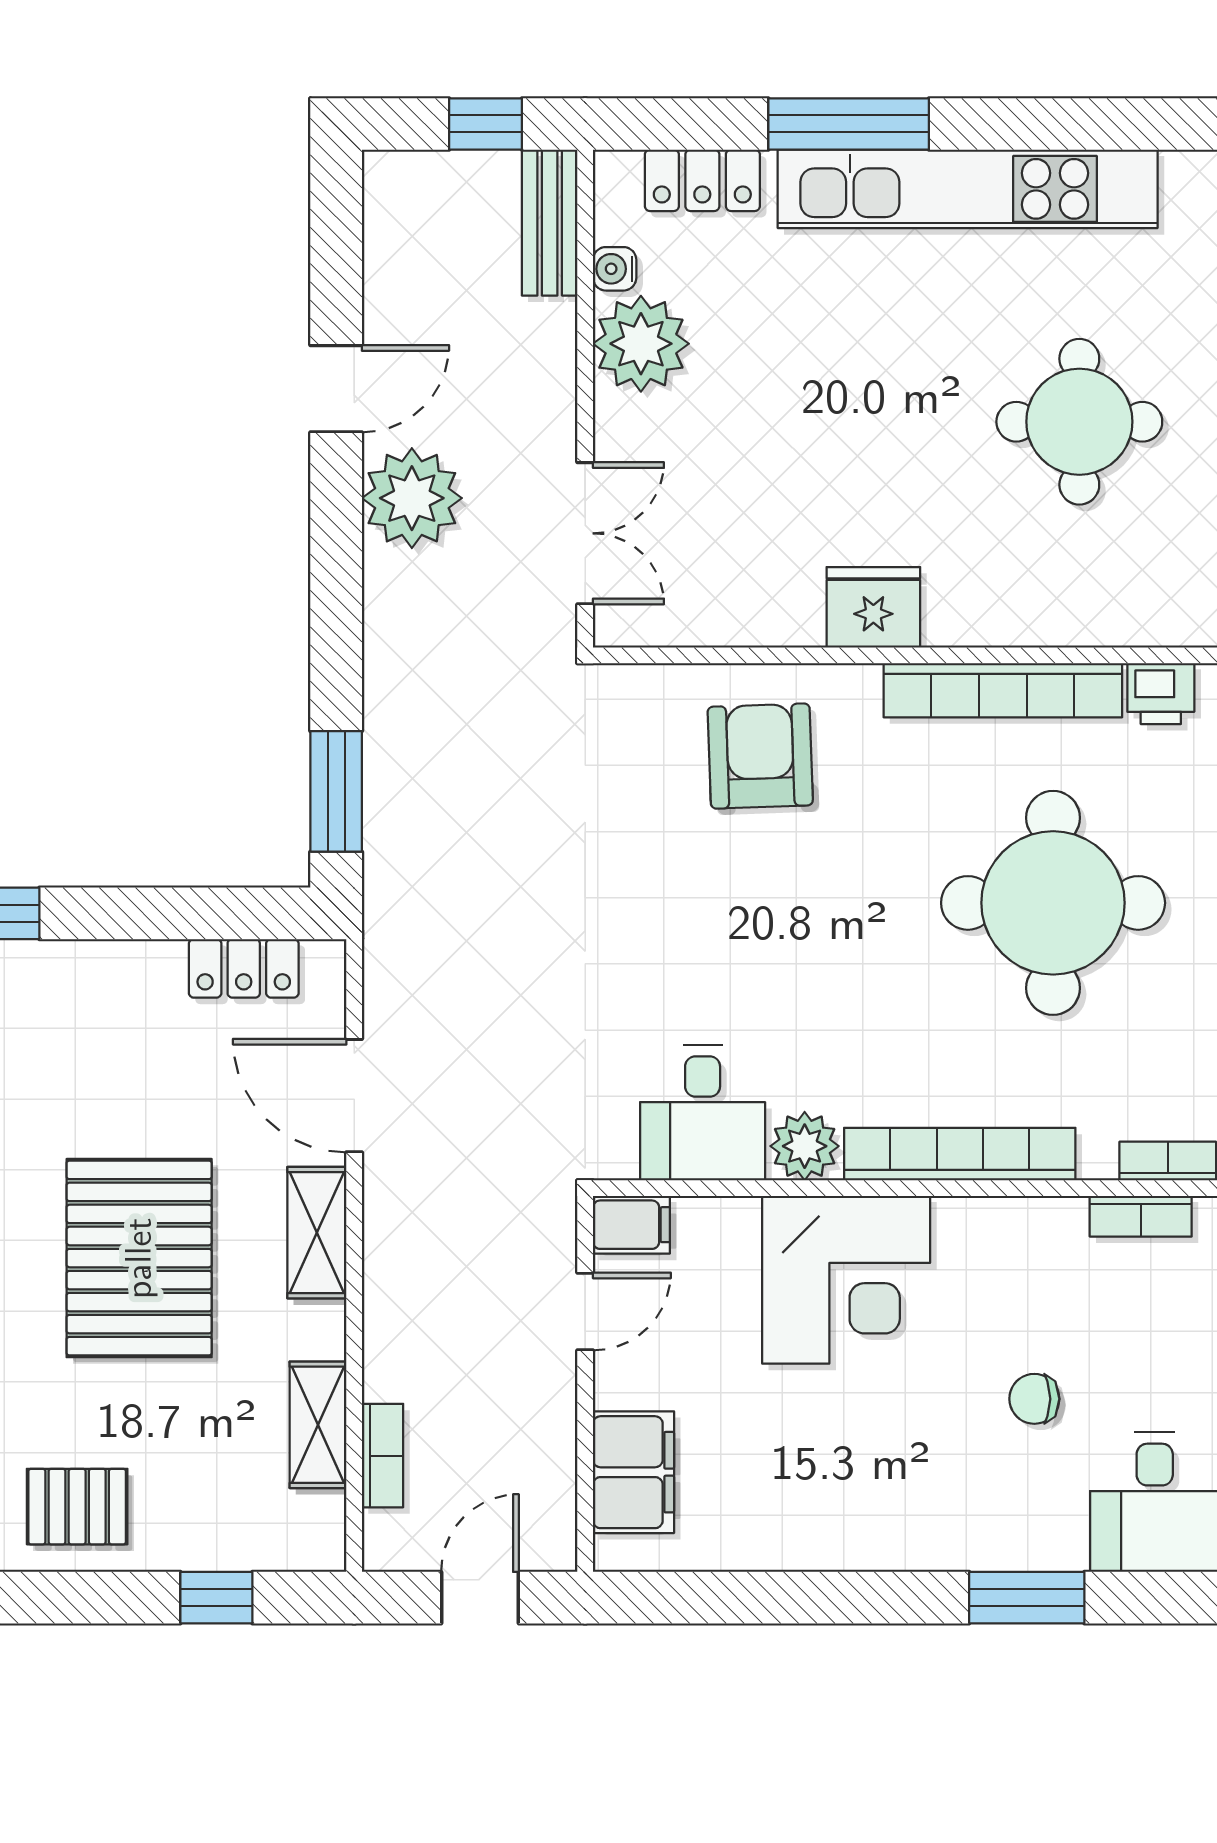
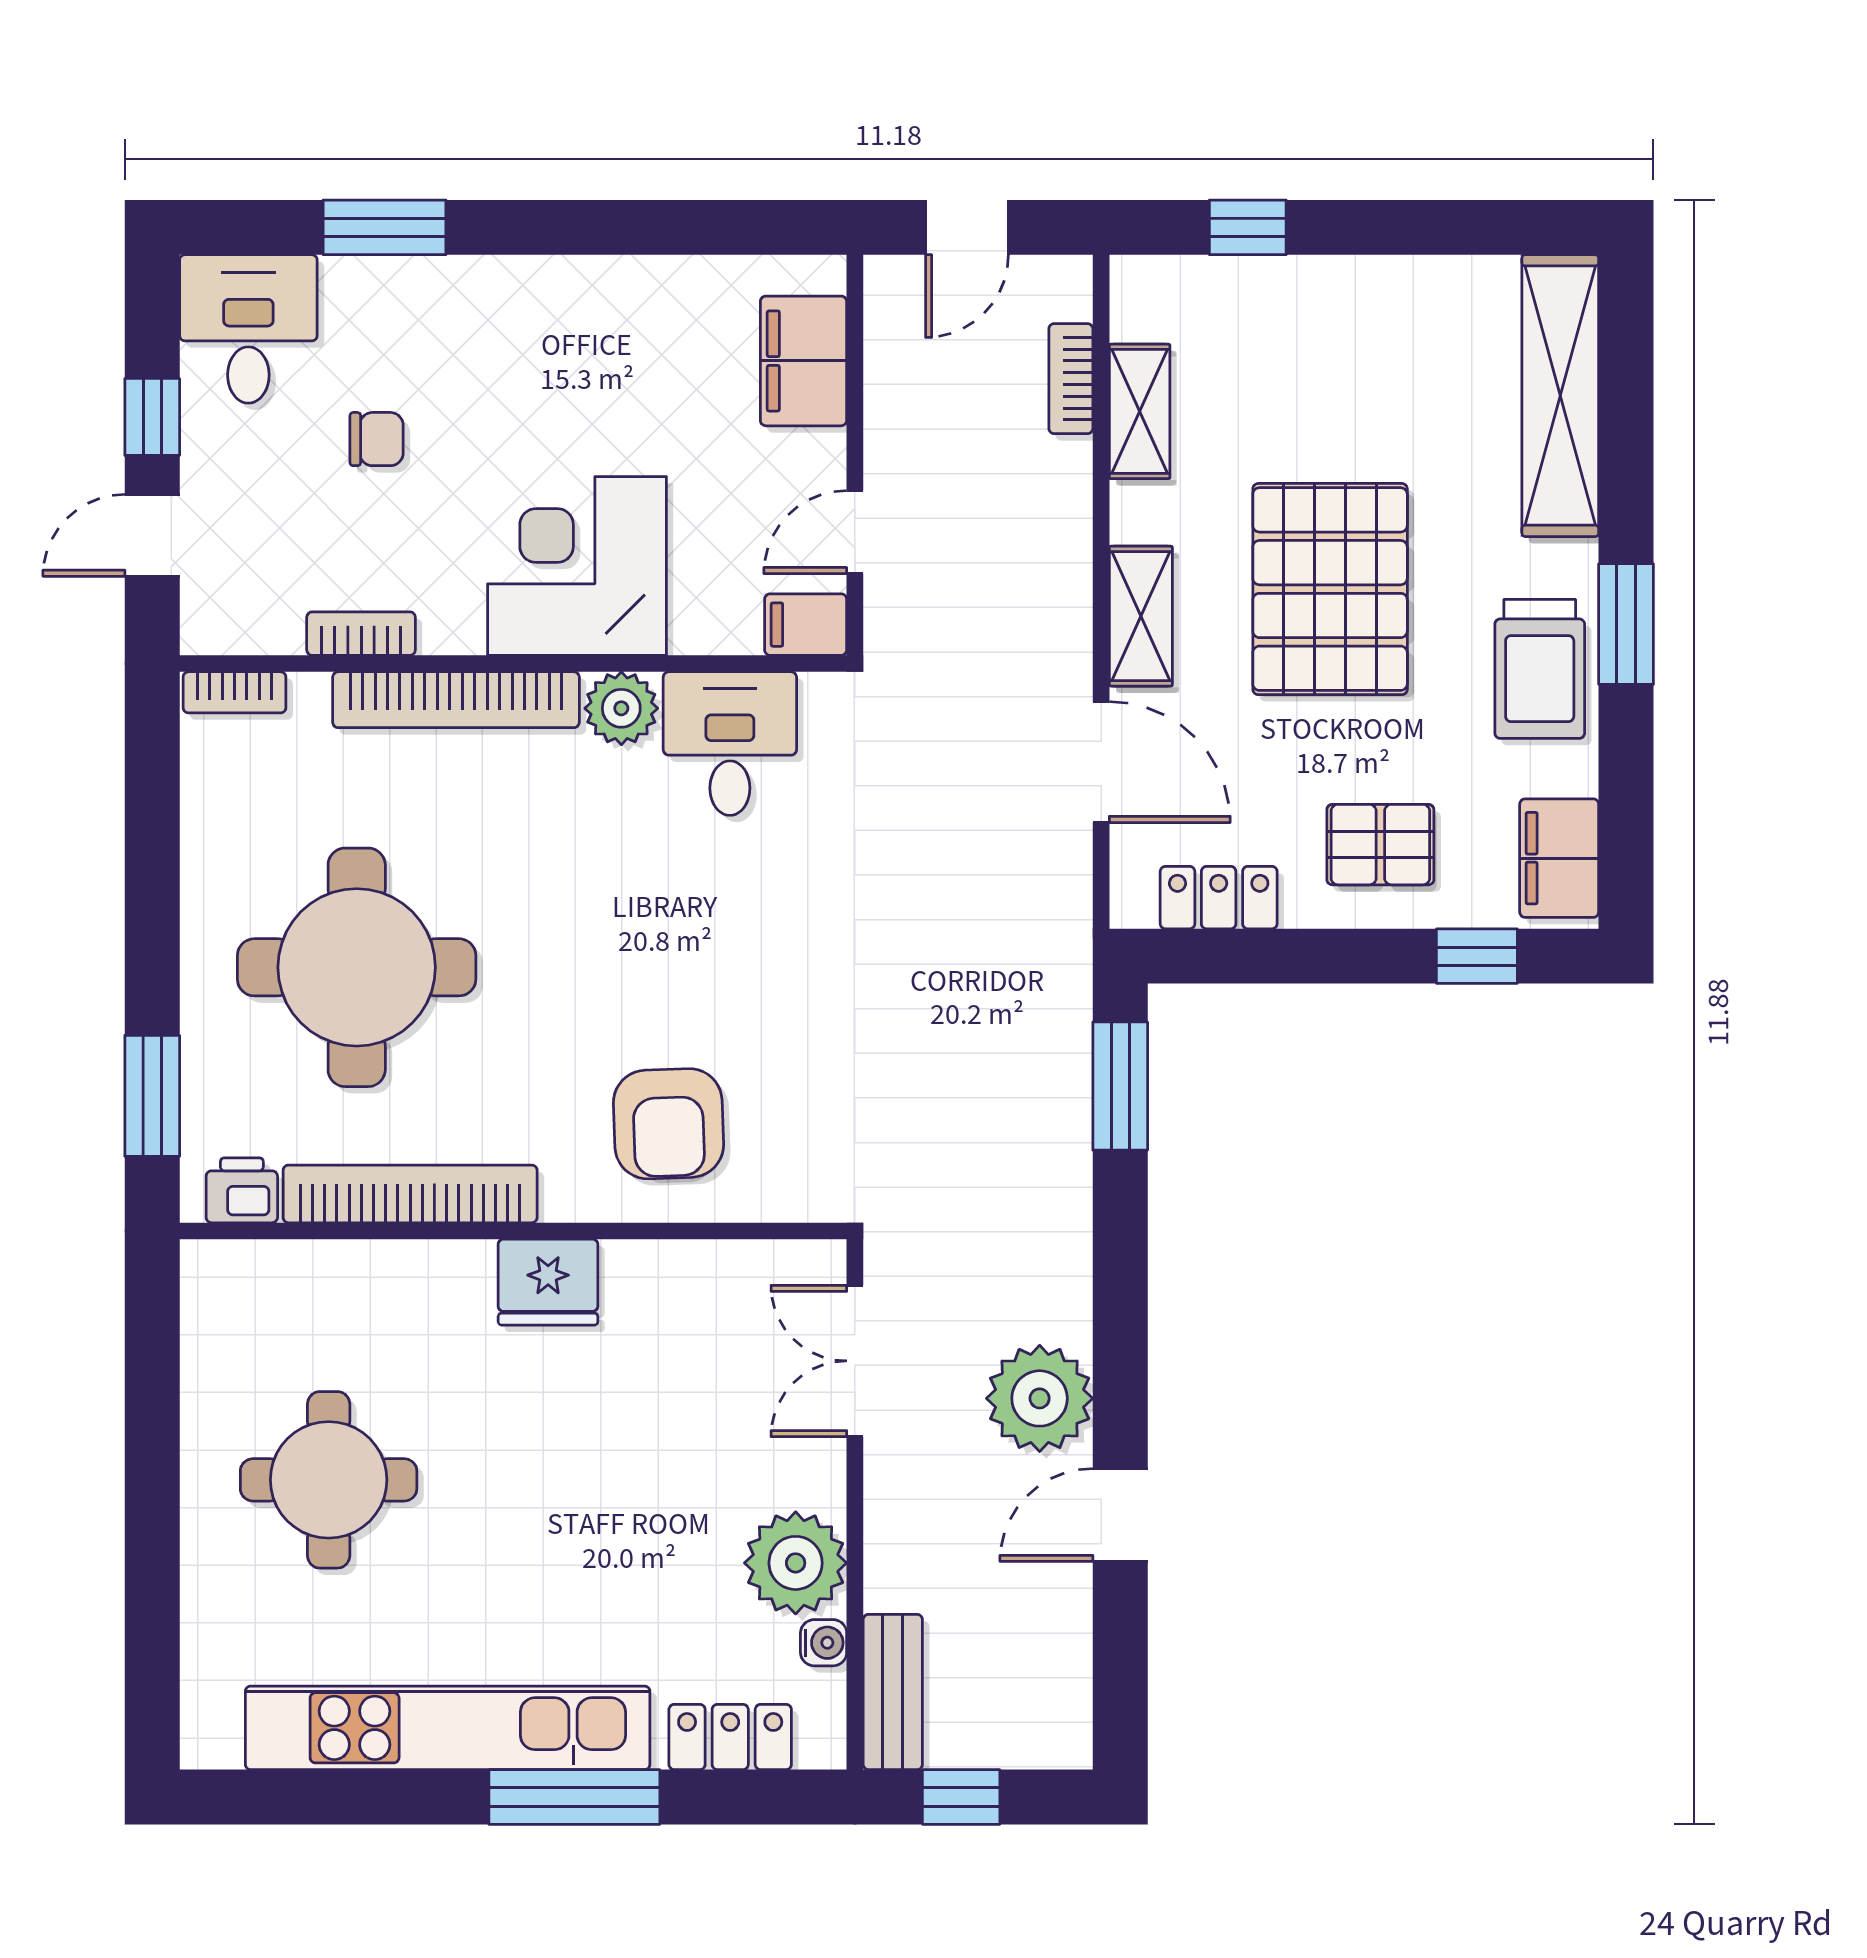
bookcase: (1141, 1216) -> (361, 634), moved
pallet: (77, 1507) -> (1380, 845), moved

